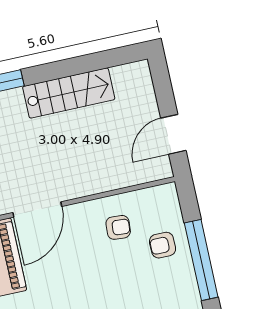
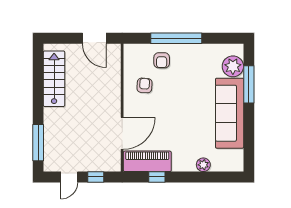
stairs: (69, 93) -> (54, 79), moved
door: (37, 209) -> (122, 133), hinge flipped

